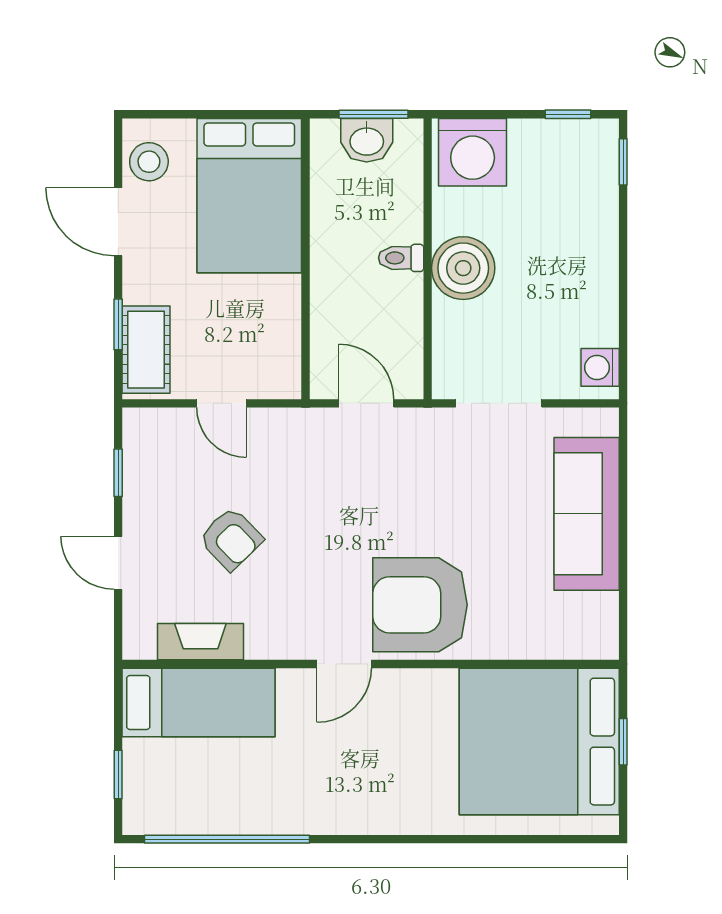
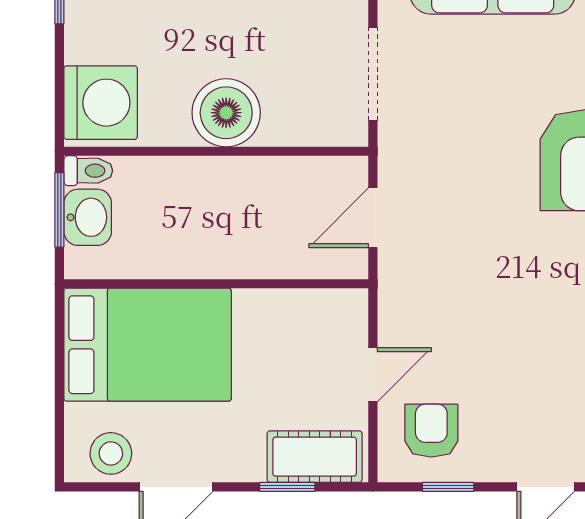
toilet: (401, 258) -> (88, 171), moved, turned -90
armchair: (231, 539) -> (431, 431), moved, turned -46

